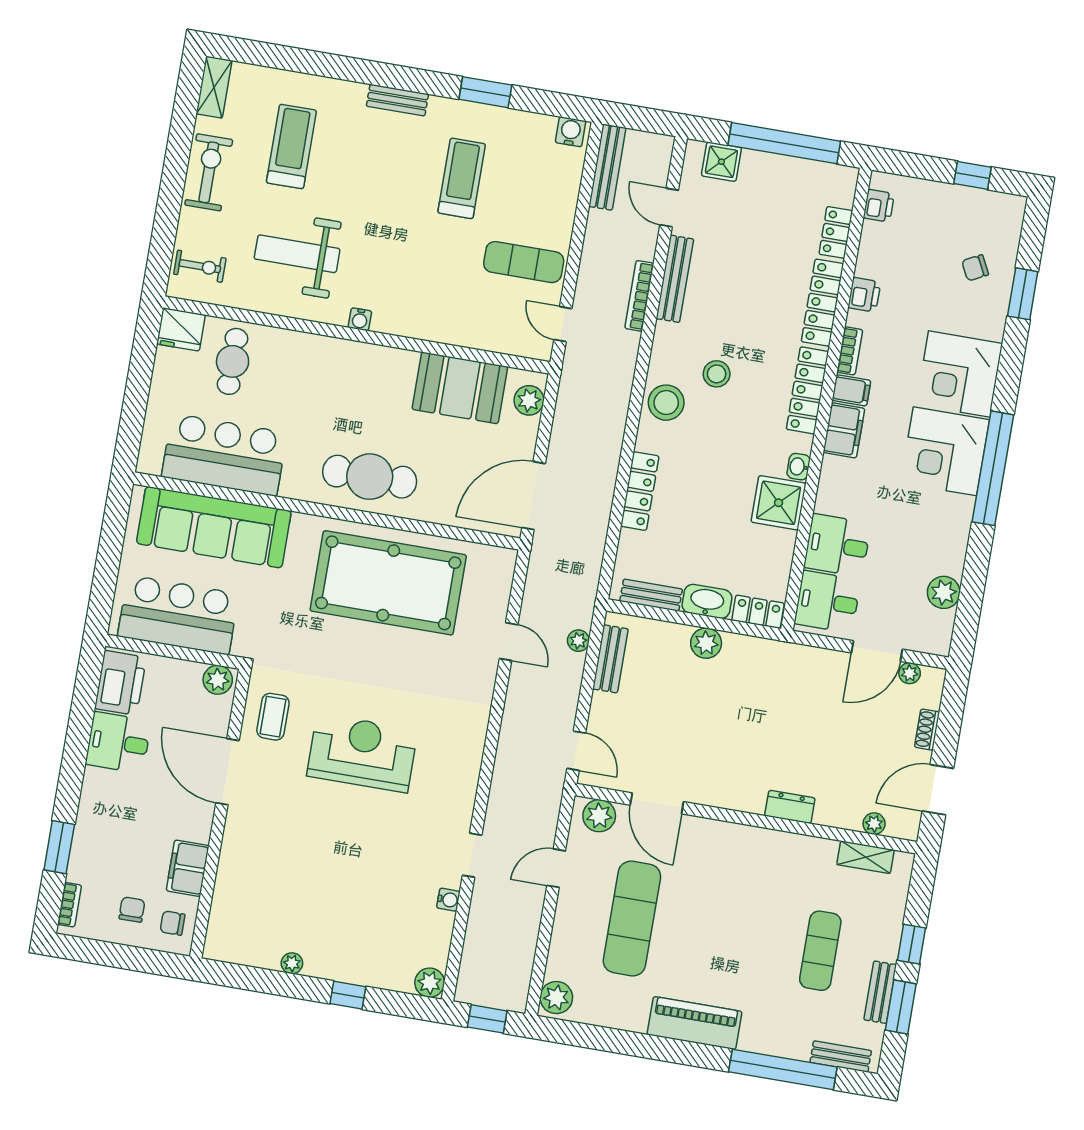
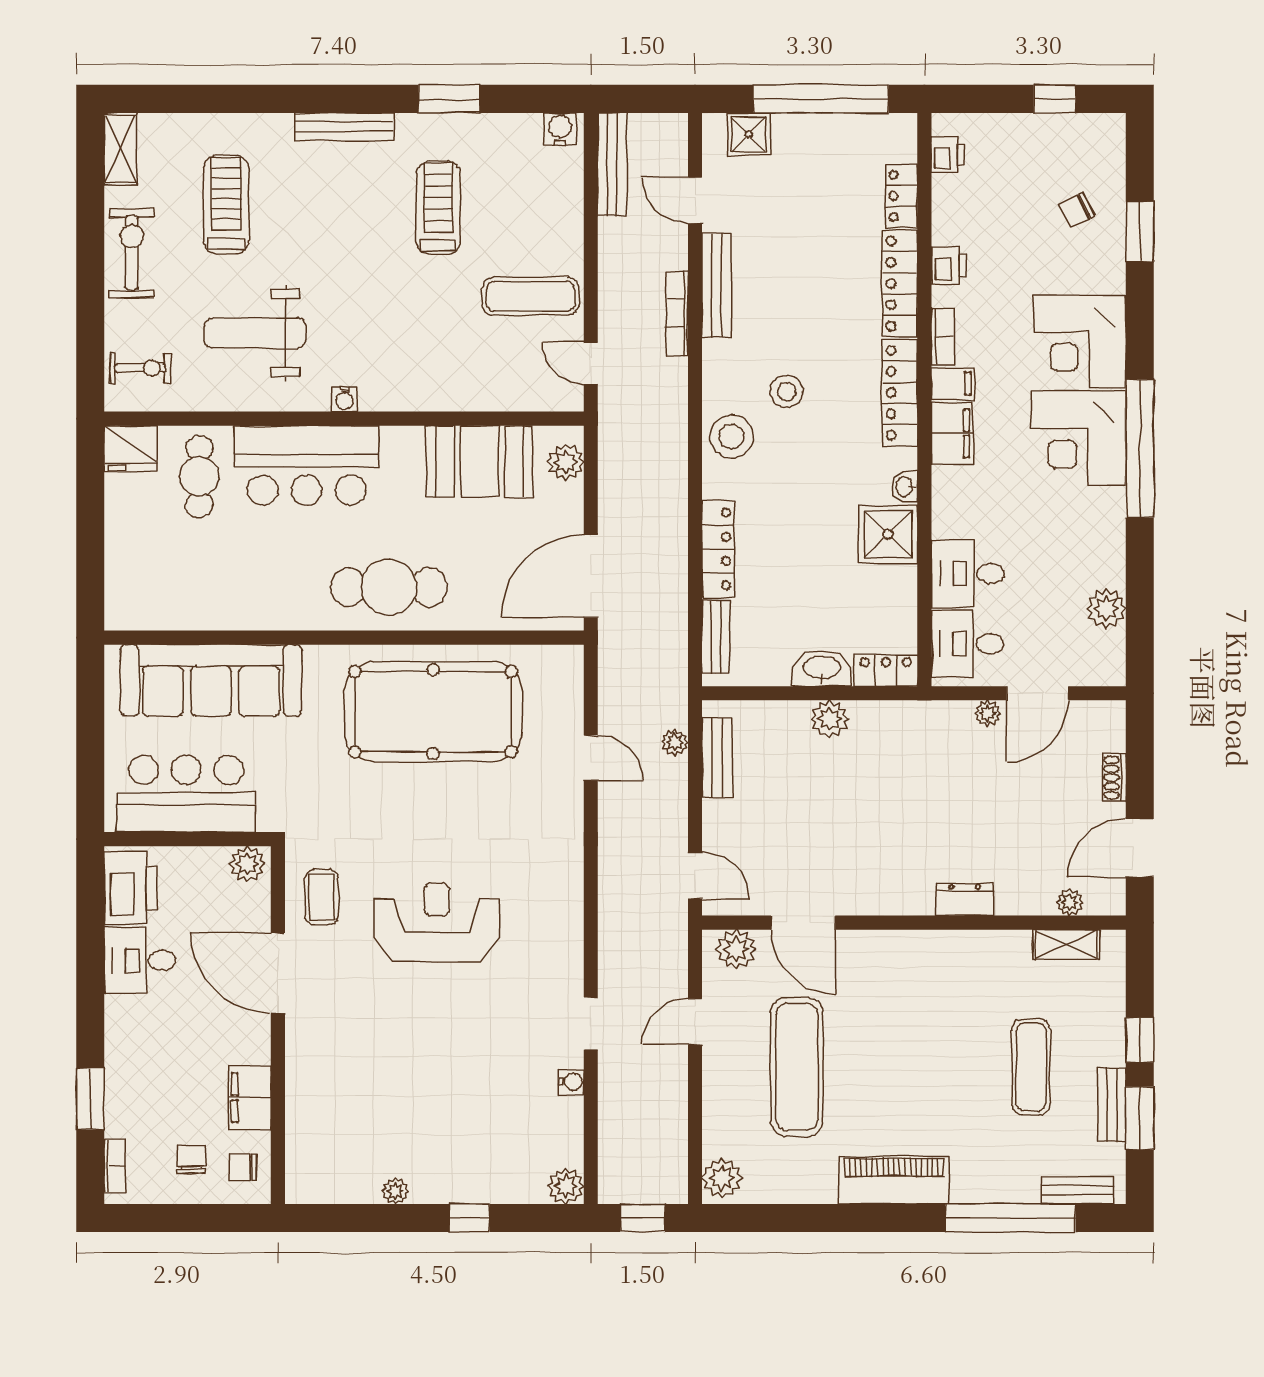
bench: (397, 100) -> (345, 127), width x1.36
bar counter: (224, 455) -> (307, 465), moved, turned 180
bench: (651, 595) -> (716, 637), moved, turned 90
plant: (910, 673) -> (988, 713), moved

